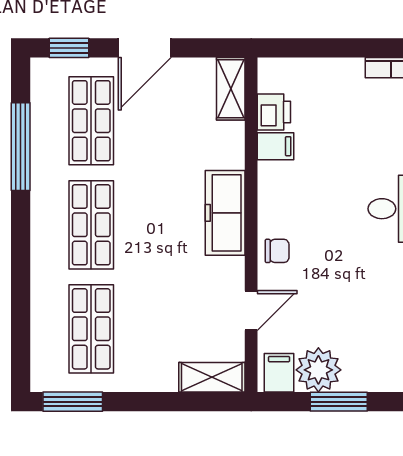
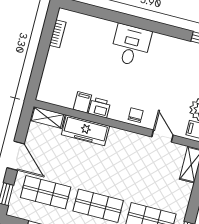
printer: (274, 112) -> (99, 108), moved
freezer: (225, 213) -> (85, 130), moved

